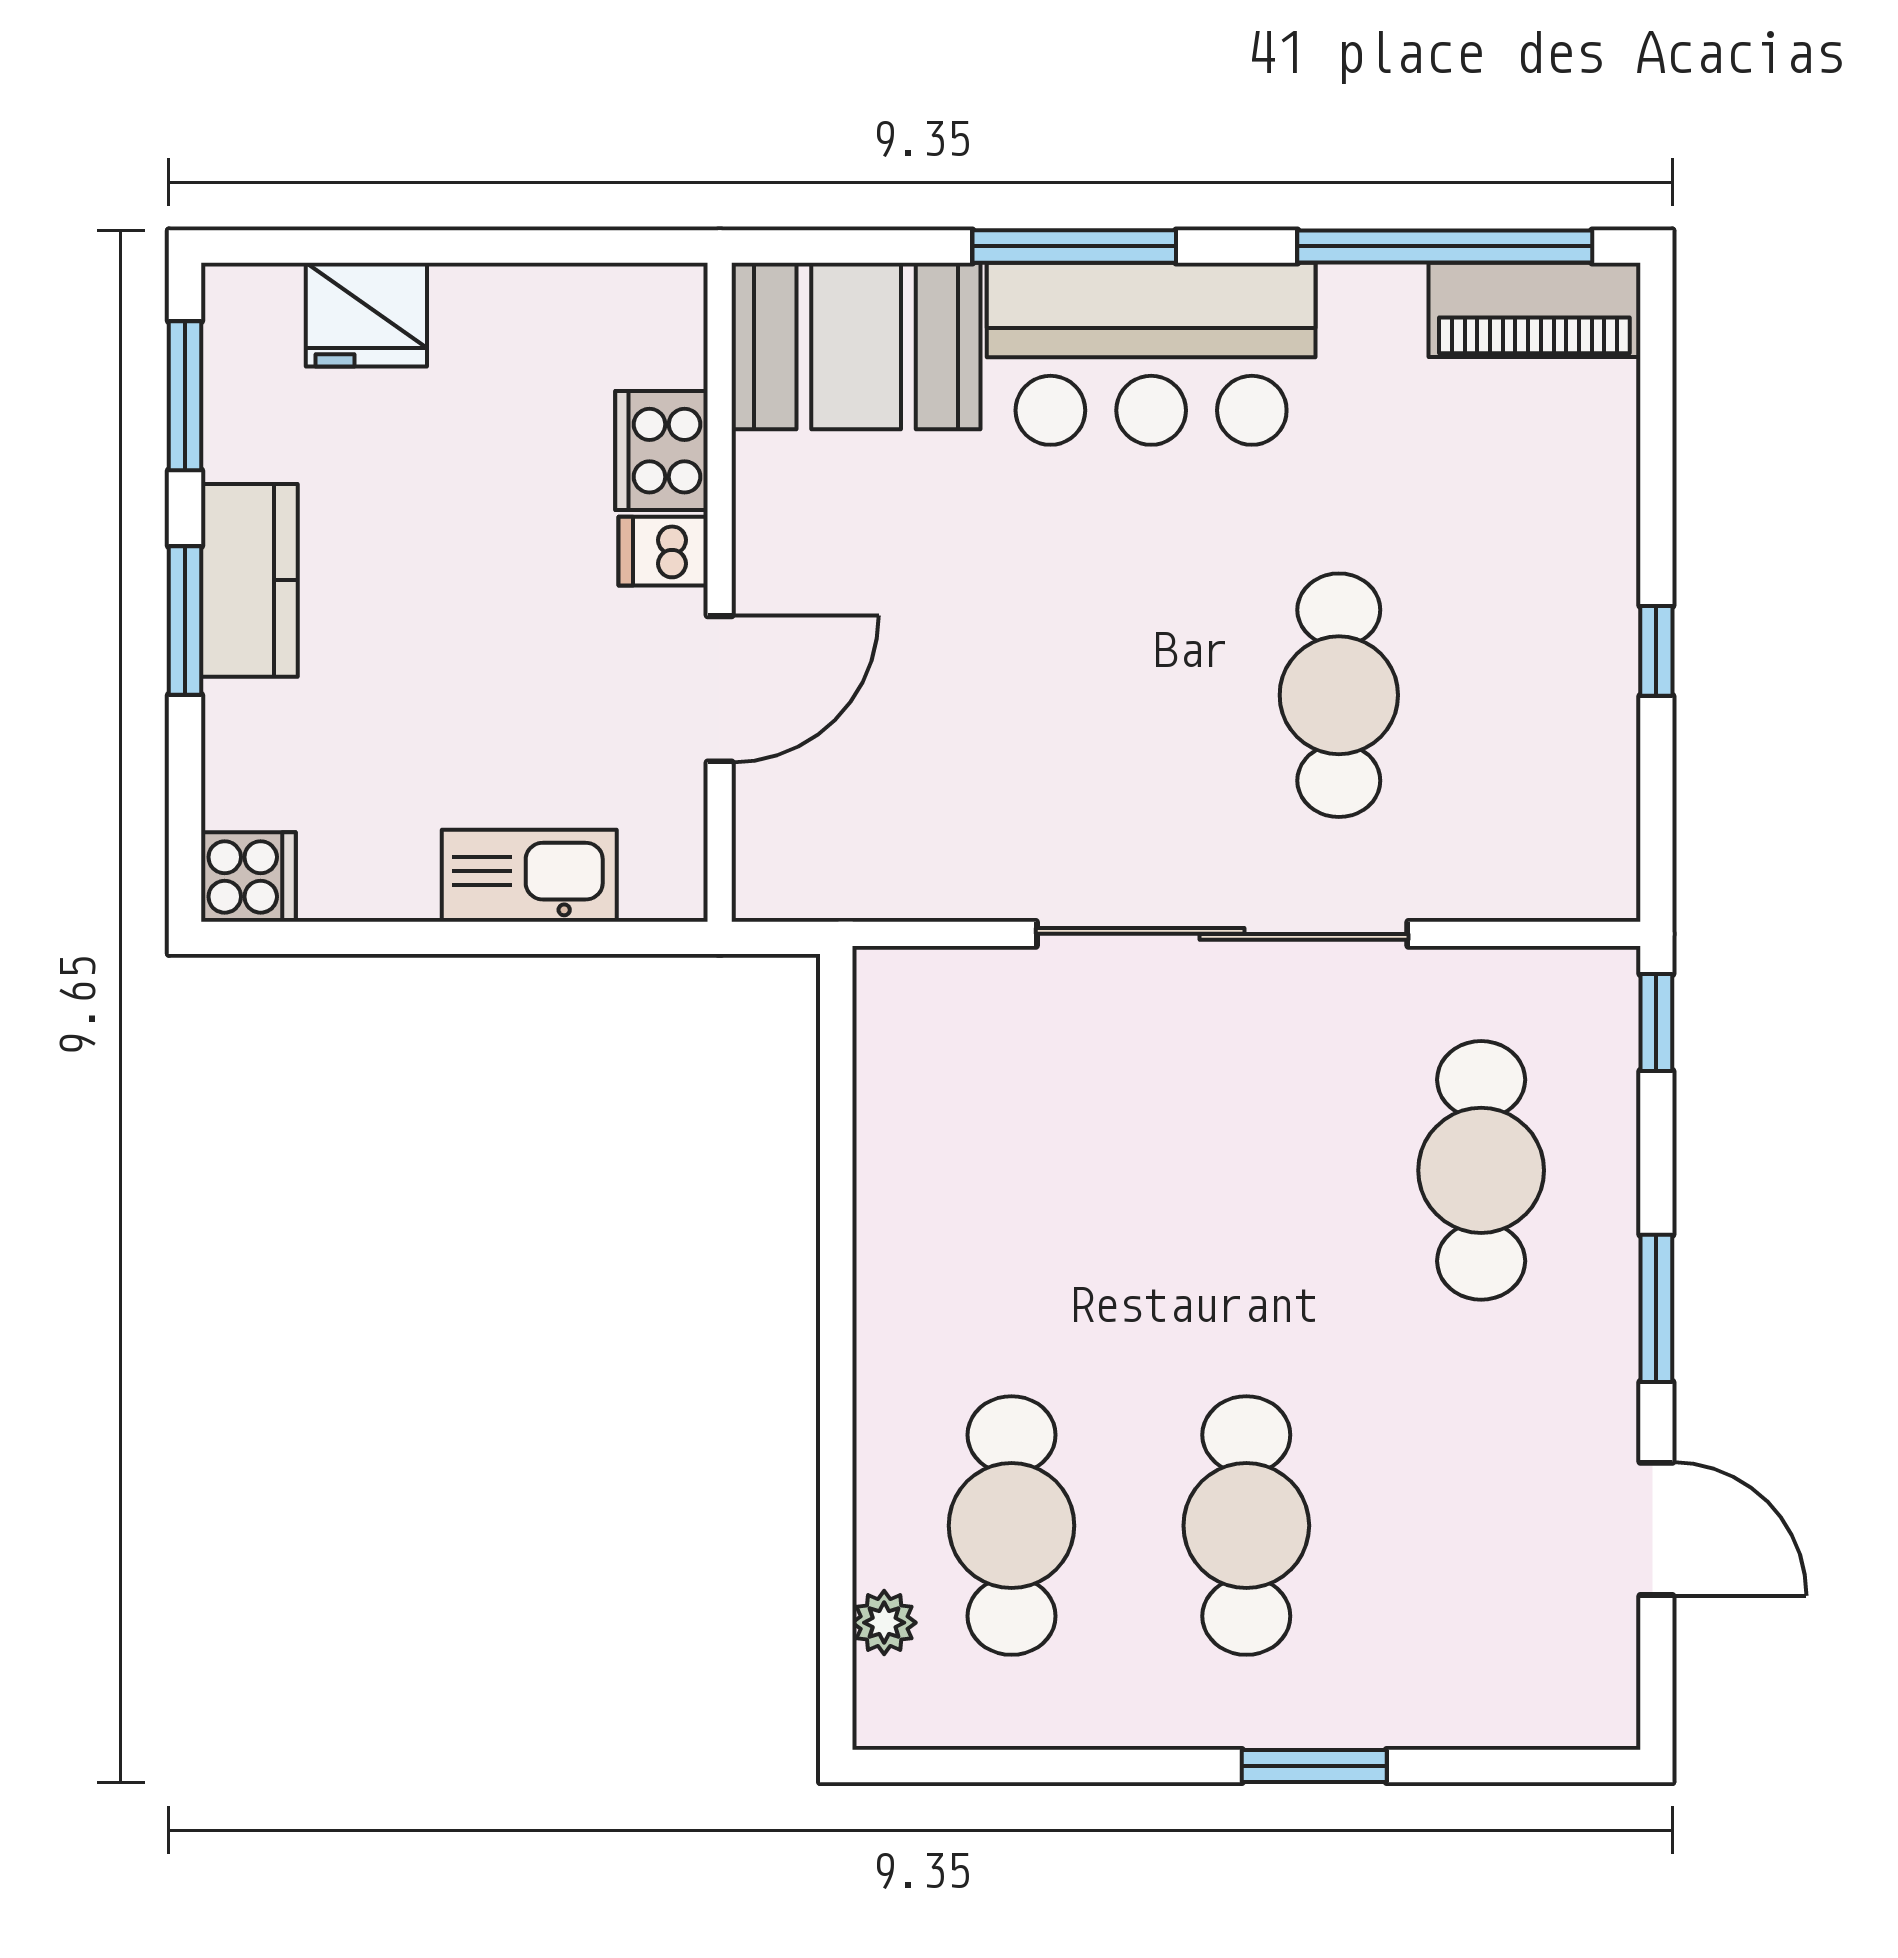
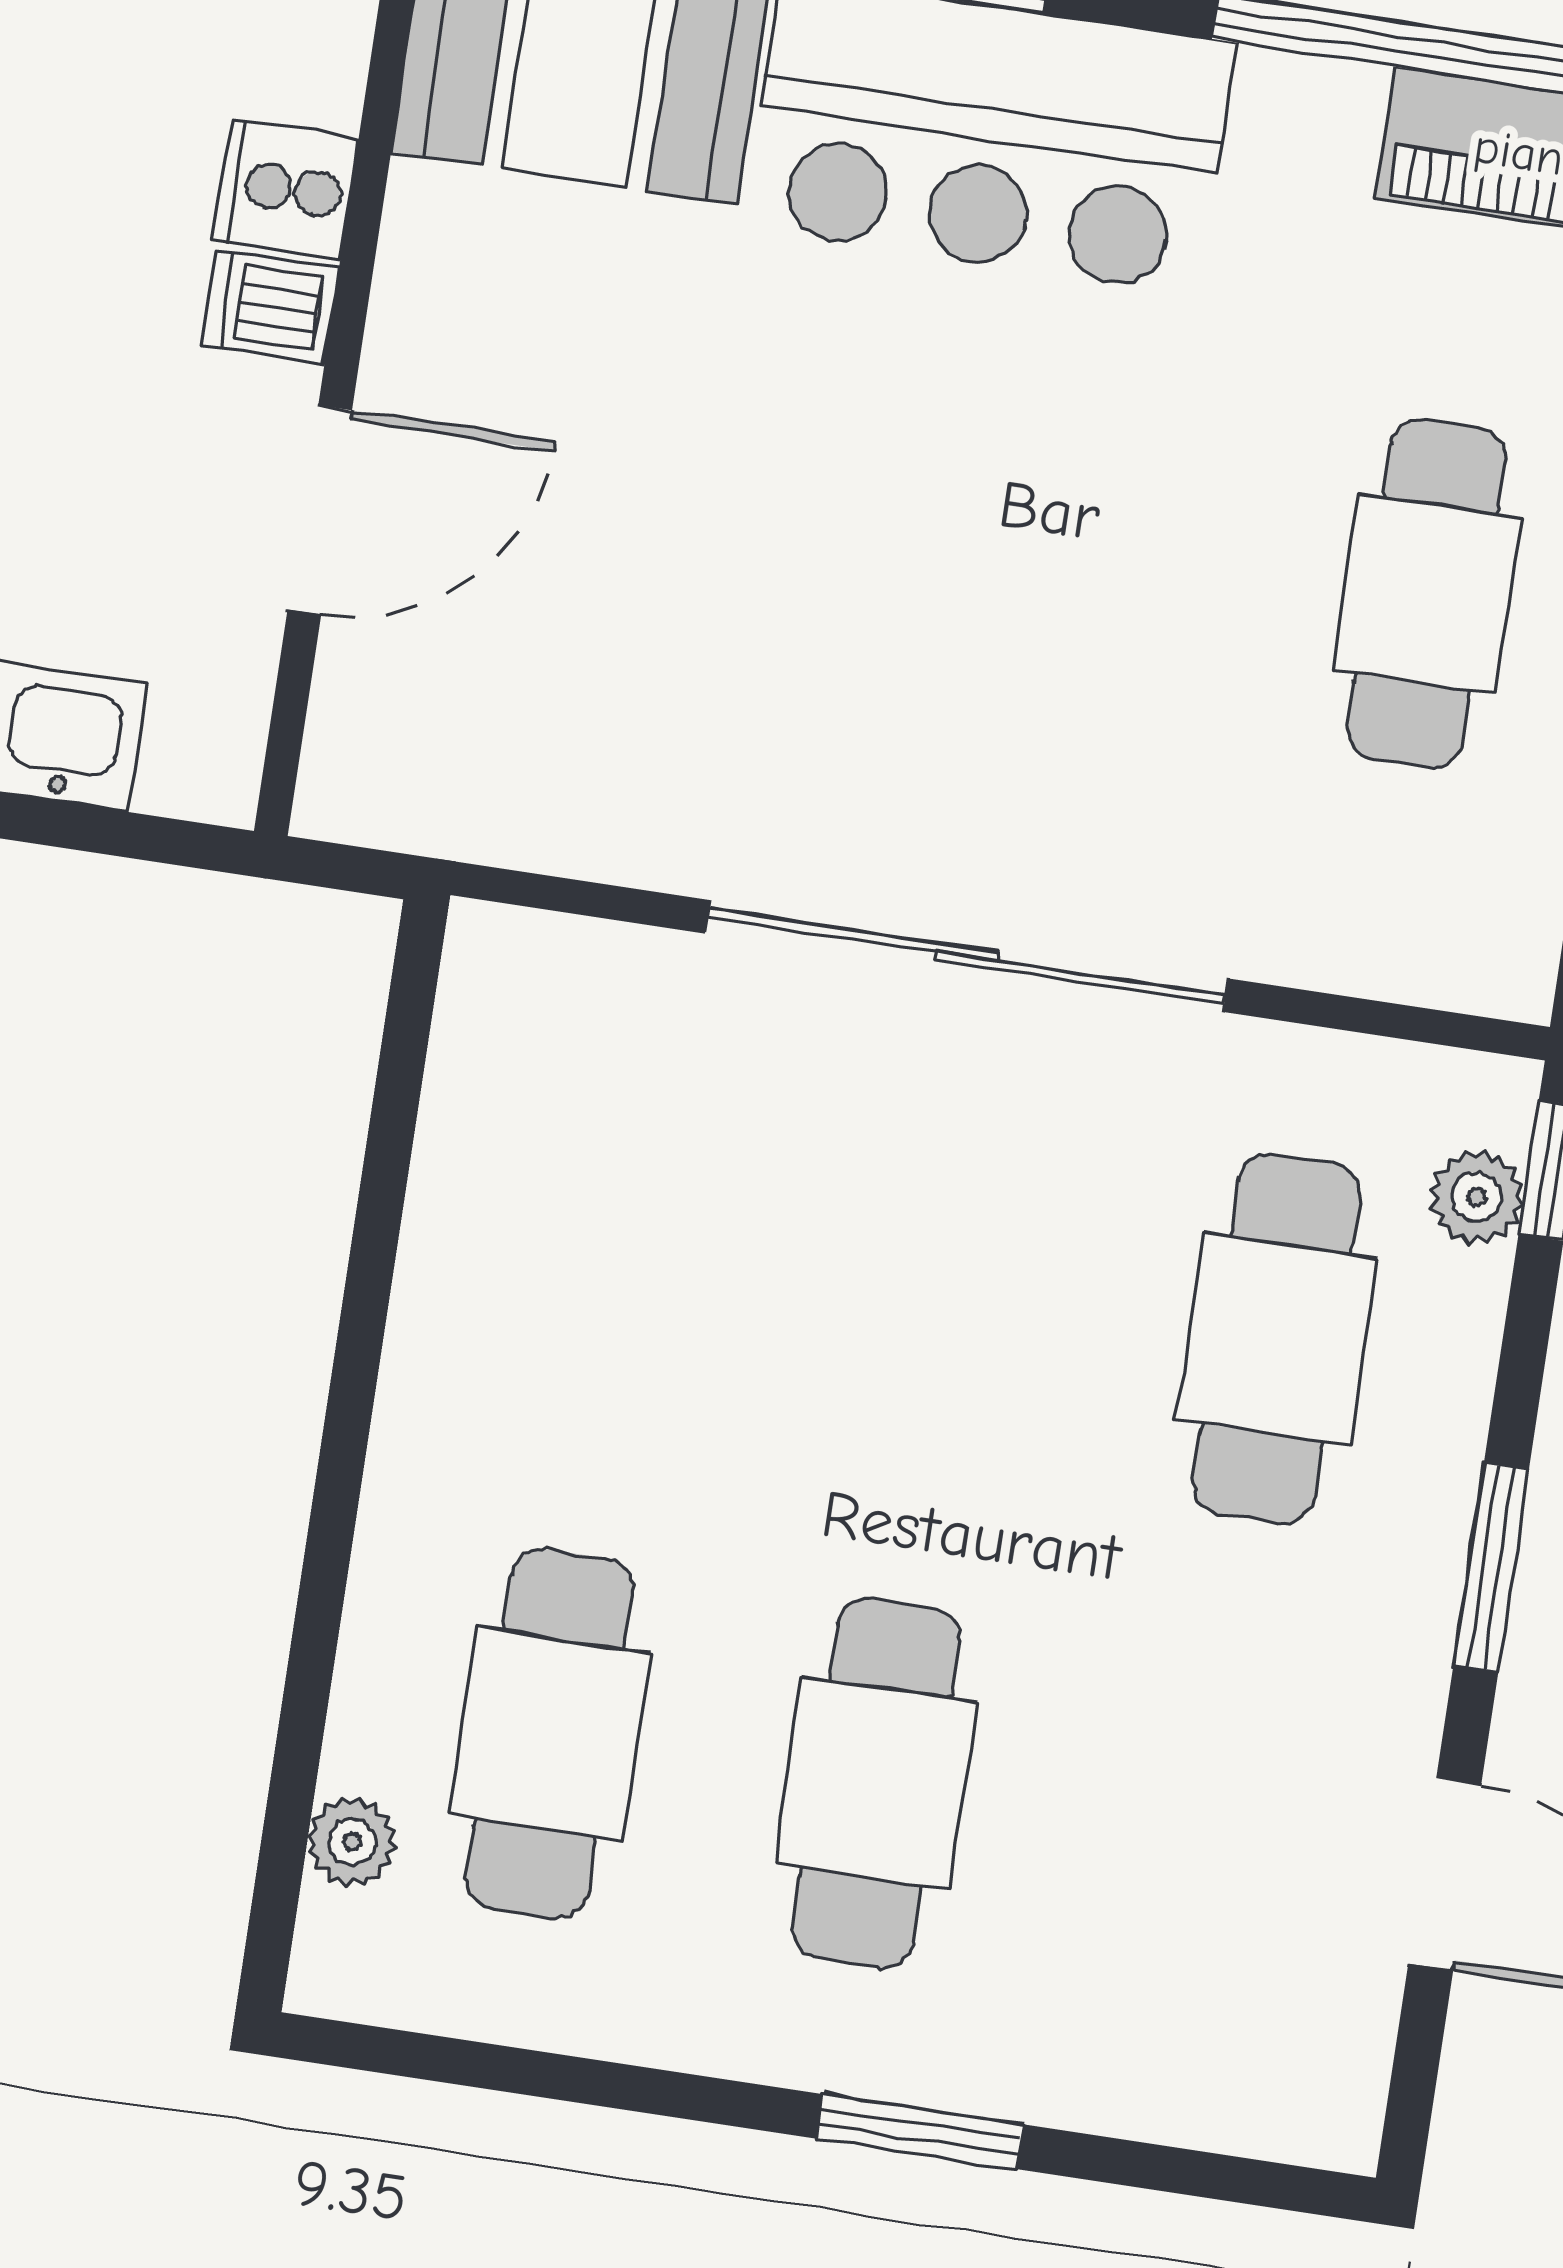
cooker: (661, 451) -> (286, 189), width x0.73
cafe table: (1339, 695) -> (1427, 594), moved
plant: (1607, 1049) -> (1476, 1197), added

